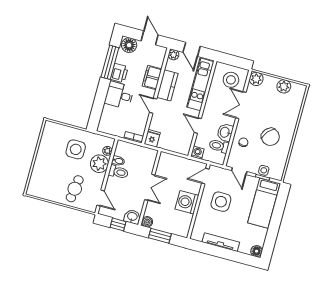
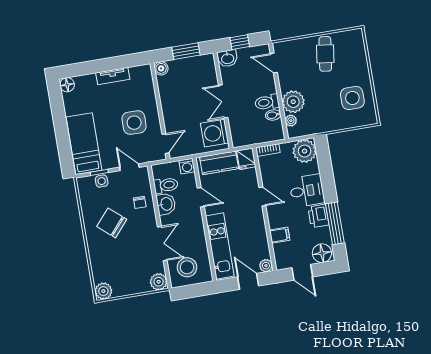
filing cabinet: (152, 77) -> (280, 235), width x0.50
kitchen counter: (167, 85) -> (219, 163), moved, turned -90
plant: (284, 86) -> (103, 291), moved
plant: (108, 124) -> (305, 151), added
side table: (76, 149) -> (352, 98), moved
cafe table: (75, 189) -> (325, 54), moved
washing machine: (187, 202) -> (215, 133), moved, turned 180
boiler: (147, 222) -> (161, 68), moved
tv unit: (221, 242) -> (113, 76), width x0.71

